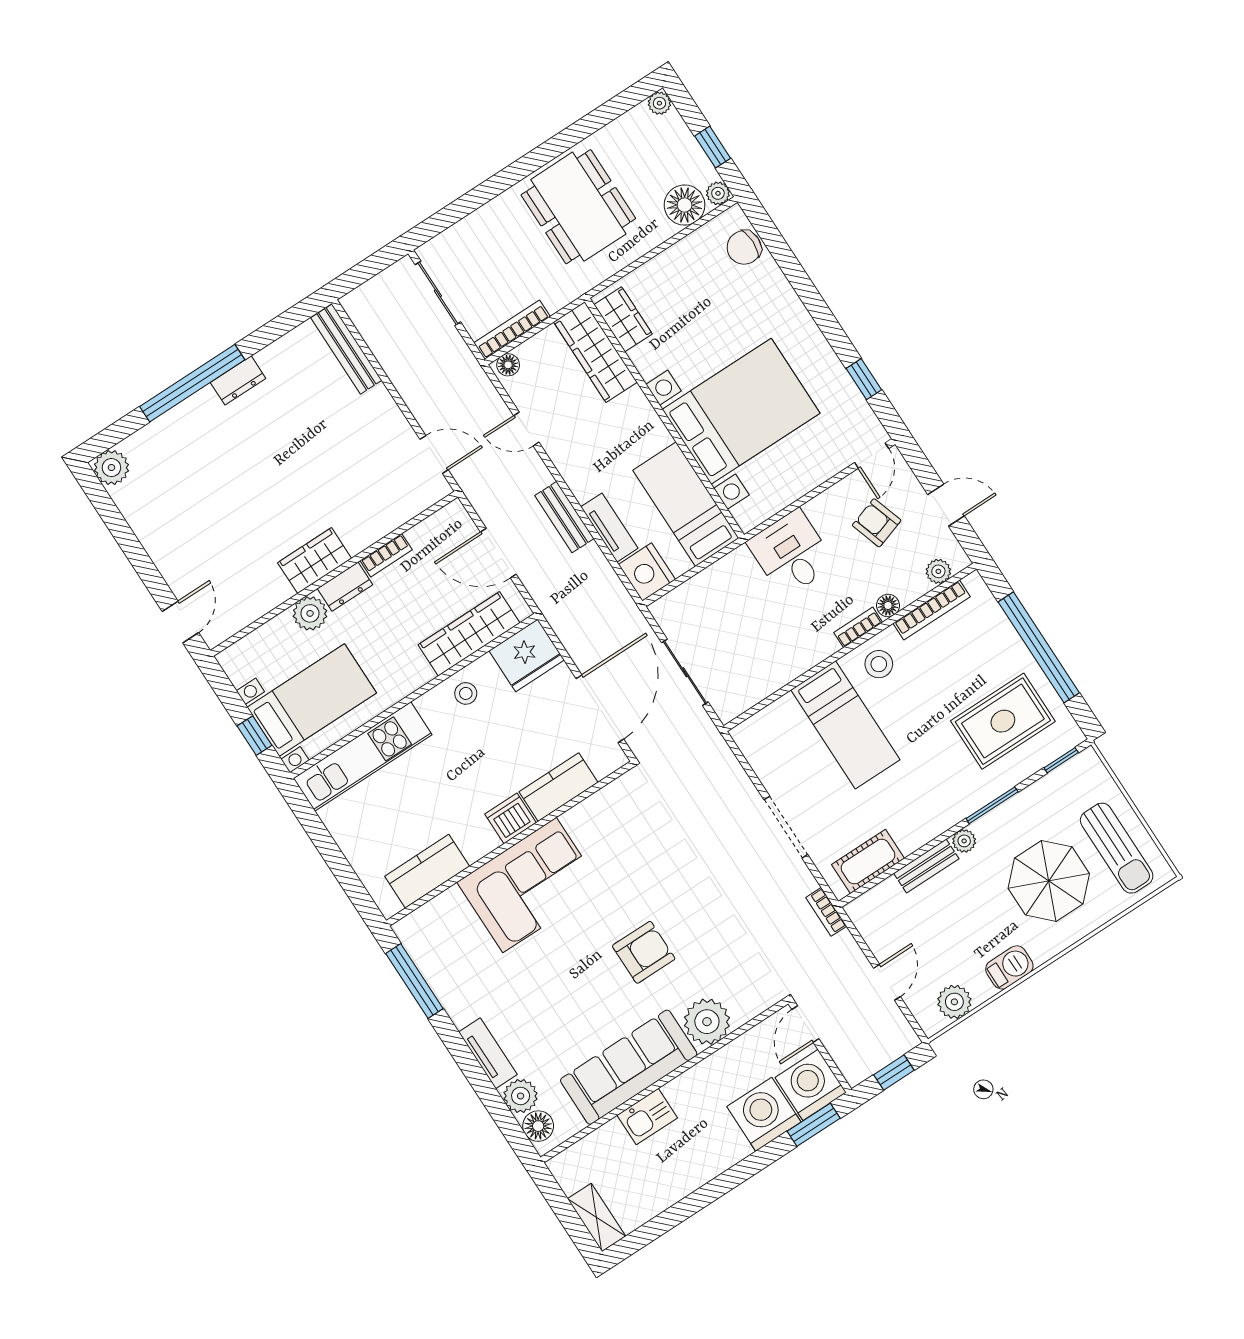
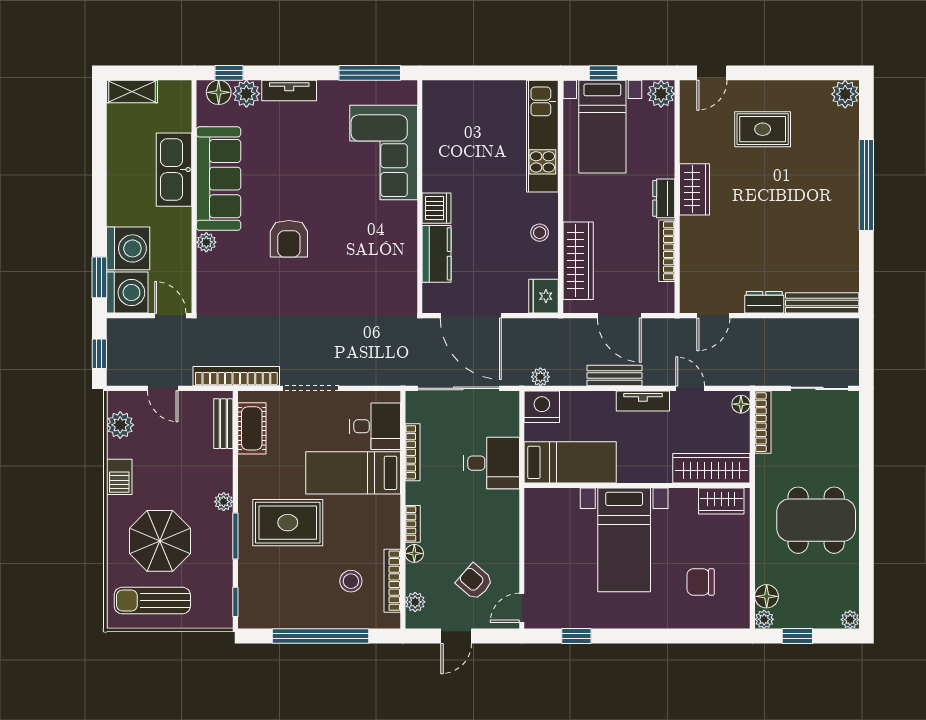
floor lamp: (685, 205) -> (767, 596), width x0.73, depth x0.73
chair: (744, 247) -> (701, 582), moved, turned -90
dresser: (238, 380) -> (764, 302), moved, turned 90
bed with nightstands: (741, 411) -> (624, 540), width x0.73
door: (526, 429) -> (690, 388), hinge flipped
door: (872, 456) -> (522, 608), hinge flipped
armchair: (877, 523) -> (475, 582), turned -121
tv unit: (609, 528) -> (643, 401), moved
rug: (205, 530) -> (763, 129), added
door: (498, 553) -> (619, 316), swing flipped
desk: (791, 553) -> (491, 463), moved
bookcase: (386, 555) -> (667, 251), width x1.56
plant: (617, 594) -> (540, 377), added
plant: (310, 613) -> (661, 94), moved
door: (180, 622) -> (712, 73), hinge flipped
fridge: (527, 655) -> (543, 296), width x0.73, depth x0.75
stool: (879, 664) -> (351, 581), moved
sliding door: (685, 672) -> (458, 388), width x1.37
bookcase: (783, 676) -> (413, 452), added
rug: (1003, 721) -> (288, 523), moved, turned 90
desk: (781, 734) -> (375, 426), added
bench: (926, 866) -> (223, 424), moved
kitchen counter: (427, 871) -> (438, 129), removed
corner sofa: (530, 885) -> (384, 153), moved
bookcase: (826, 912) -> (236, 376), width x2.31, depth x1.31
plant: (707, 1022) -> (206, 242), width x0.53, depth x0.53
kitchen sink: (647, 1117) -> (174, 170), width x1.87, depth x1.24
window: (511, 1129) -> (229, 73), added

